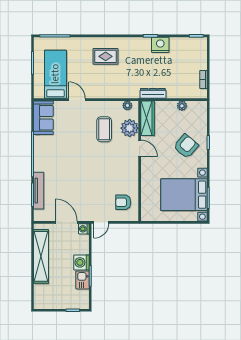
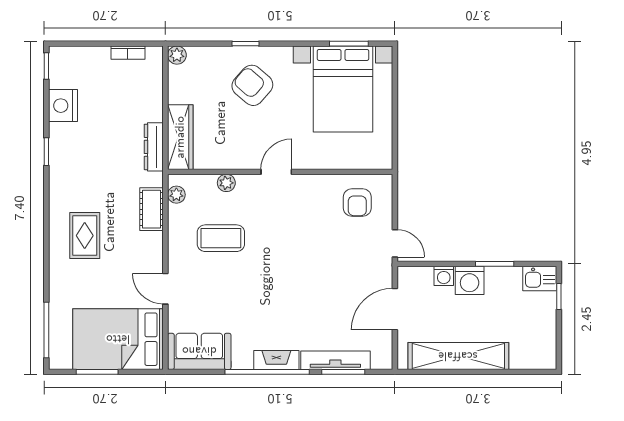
nightstand: (160, 45) -> (63, 106), moved
bed: (55, 74) -> (118, 339), width x1.50
cot: (120, 92) -> (151, 209), added
door: (77, 100) -> (165, 289), hinge flipped
plant: (182, 106) -> (177, 55), moved
wardrobe: (148, 118) -> (180, 137), moved, turned 90
plant: (130, 128) -> (226, 183), width x0.53, depth x0.53
door: (140, 148) -> (276, 172), moved
fireplace: (39, 159) -> (276, 360), added
washing machine: (84, 229) -> (444, 276), moved
kitchen sink: (82, 280) -> (540, 278), moved

